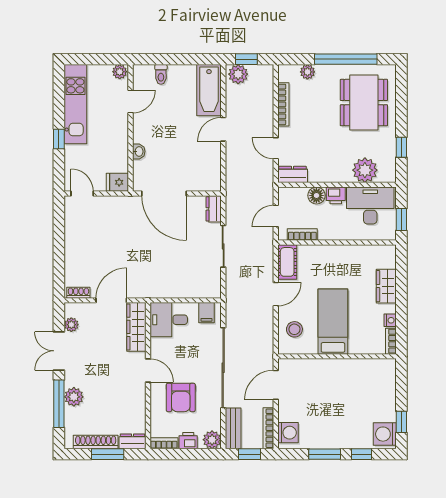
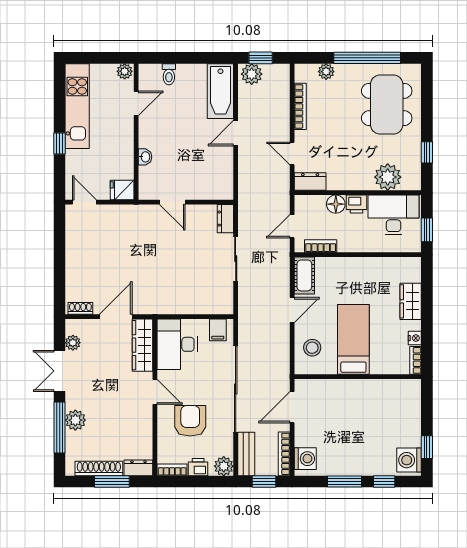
door: (164, 194) -> (172, 202), width x0.53
desk: (169, 320) -> (177, 344), width x1.37
armchair: (181, 397) -> (190, 421), turned 180

